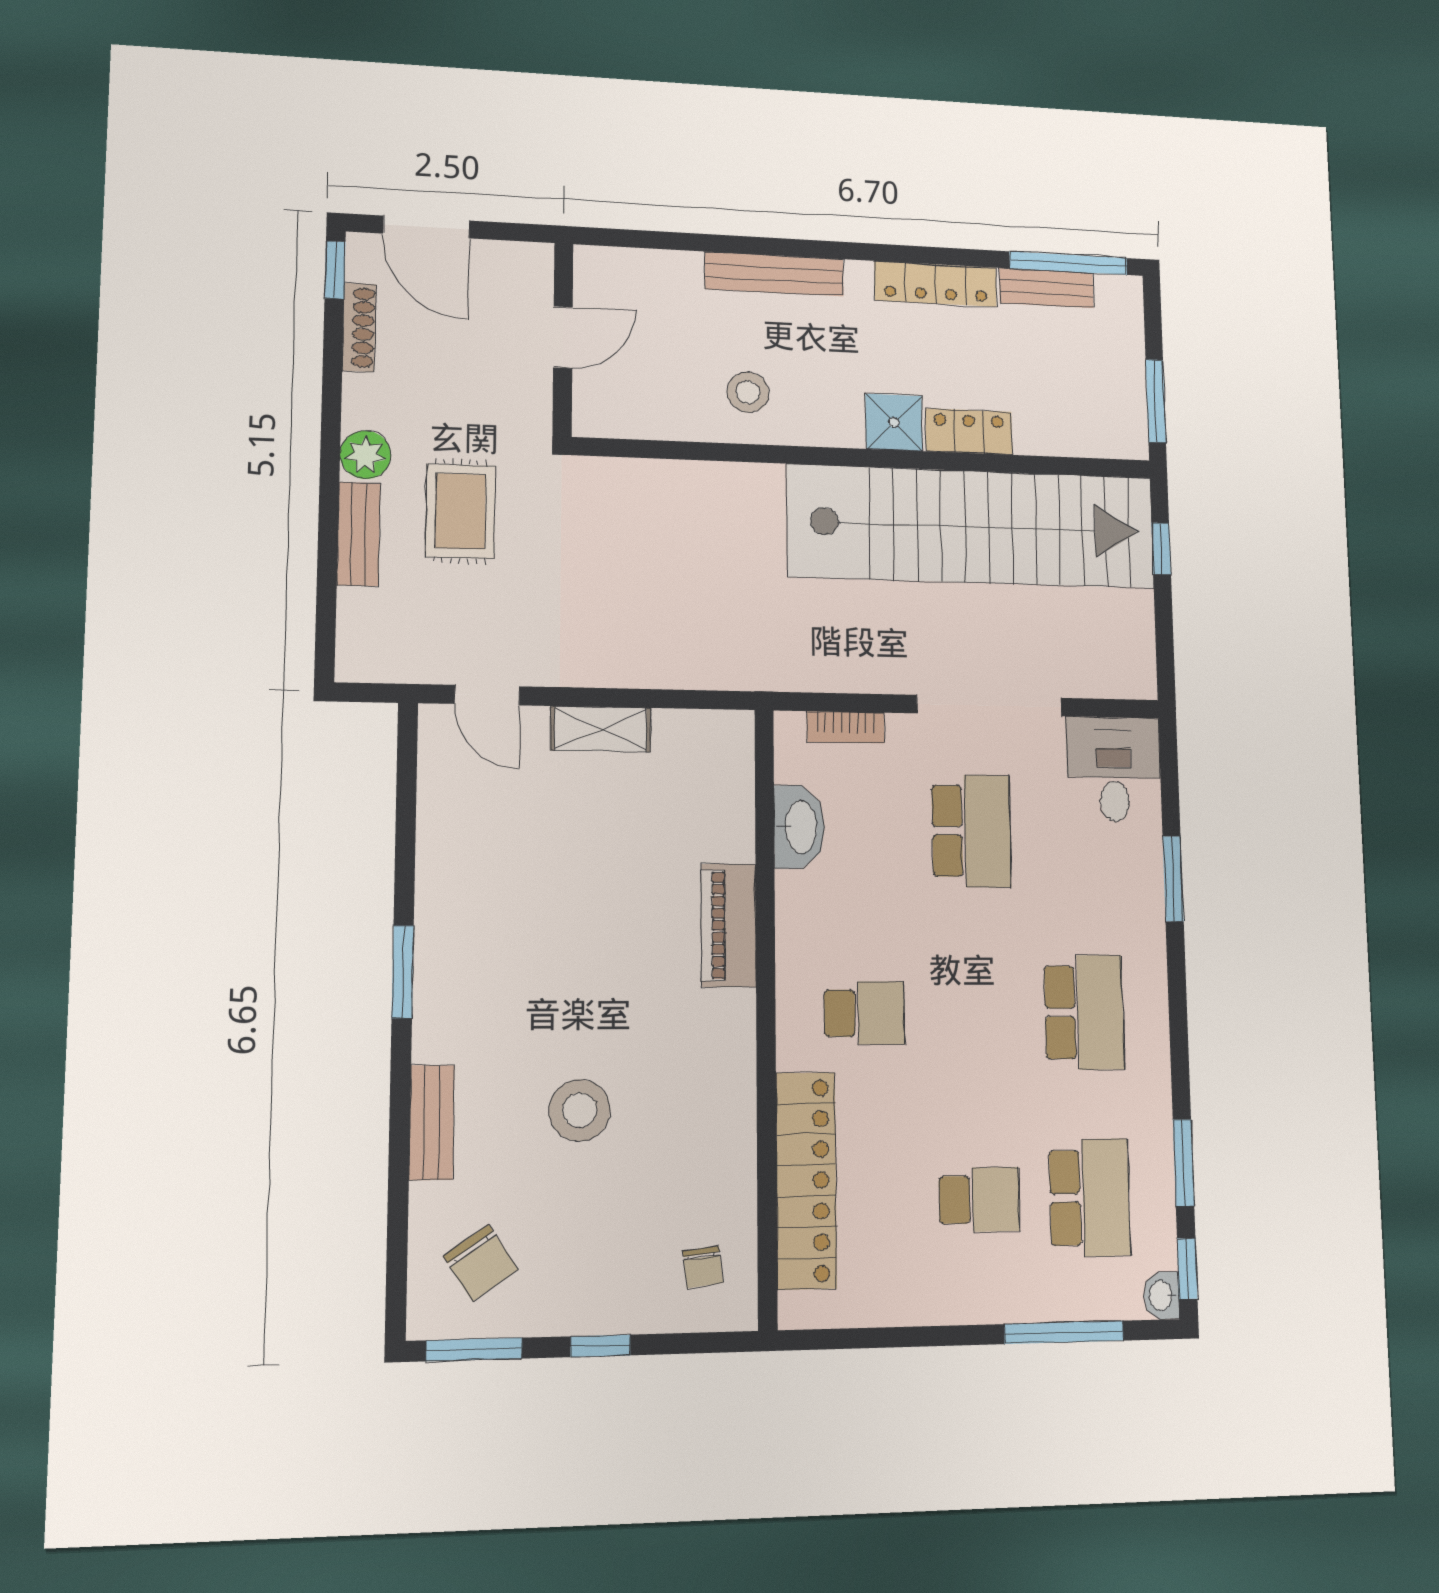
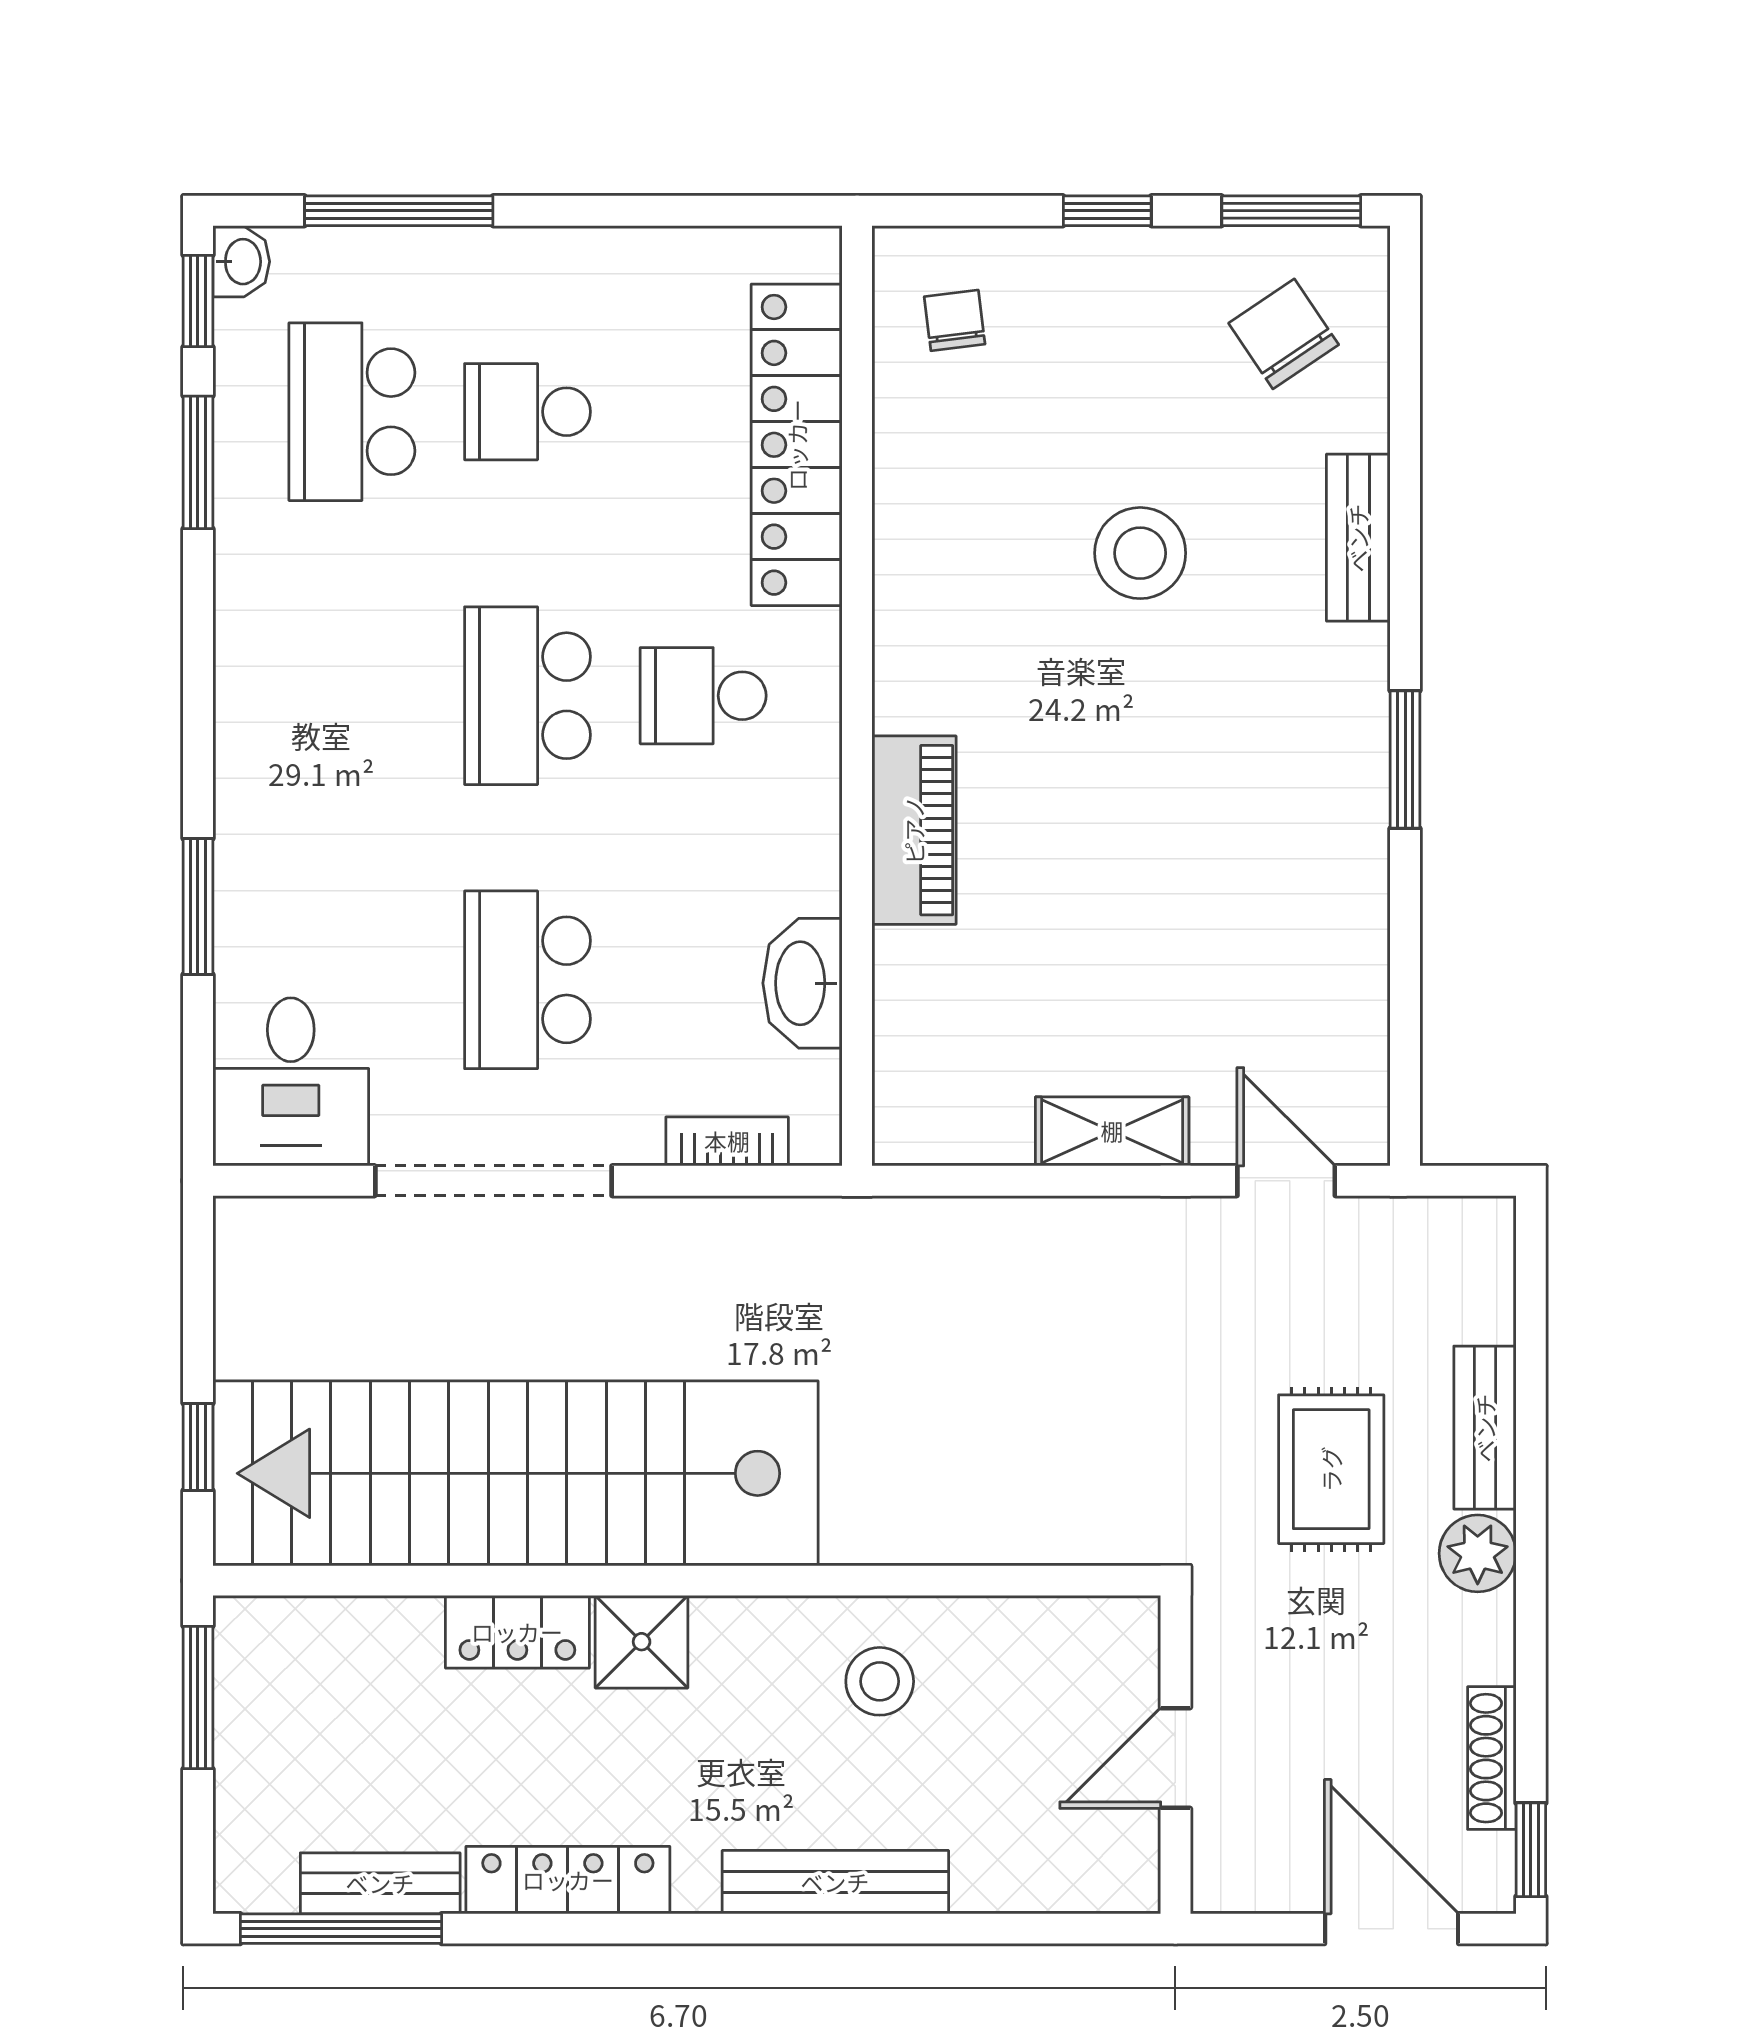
school desk: (1084, 1012) -> (528, 696), moved

